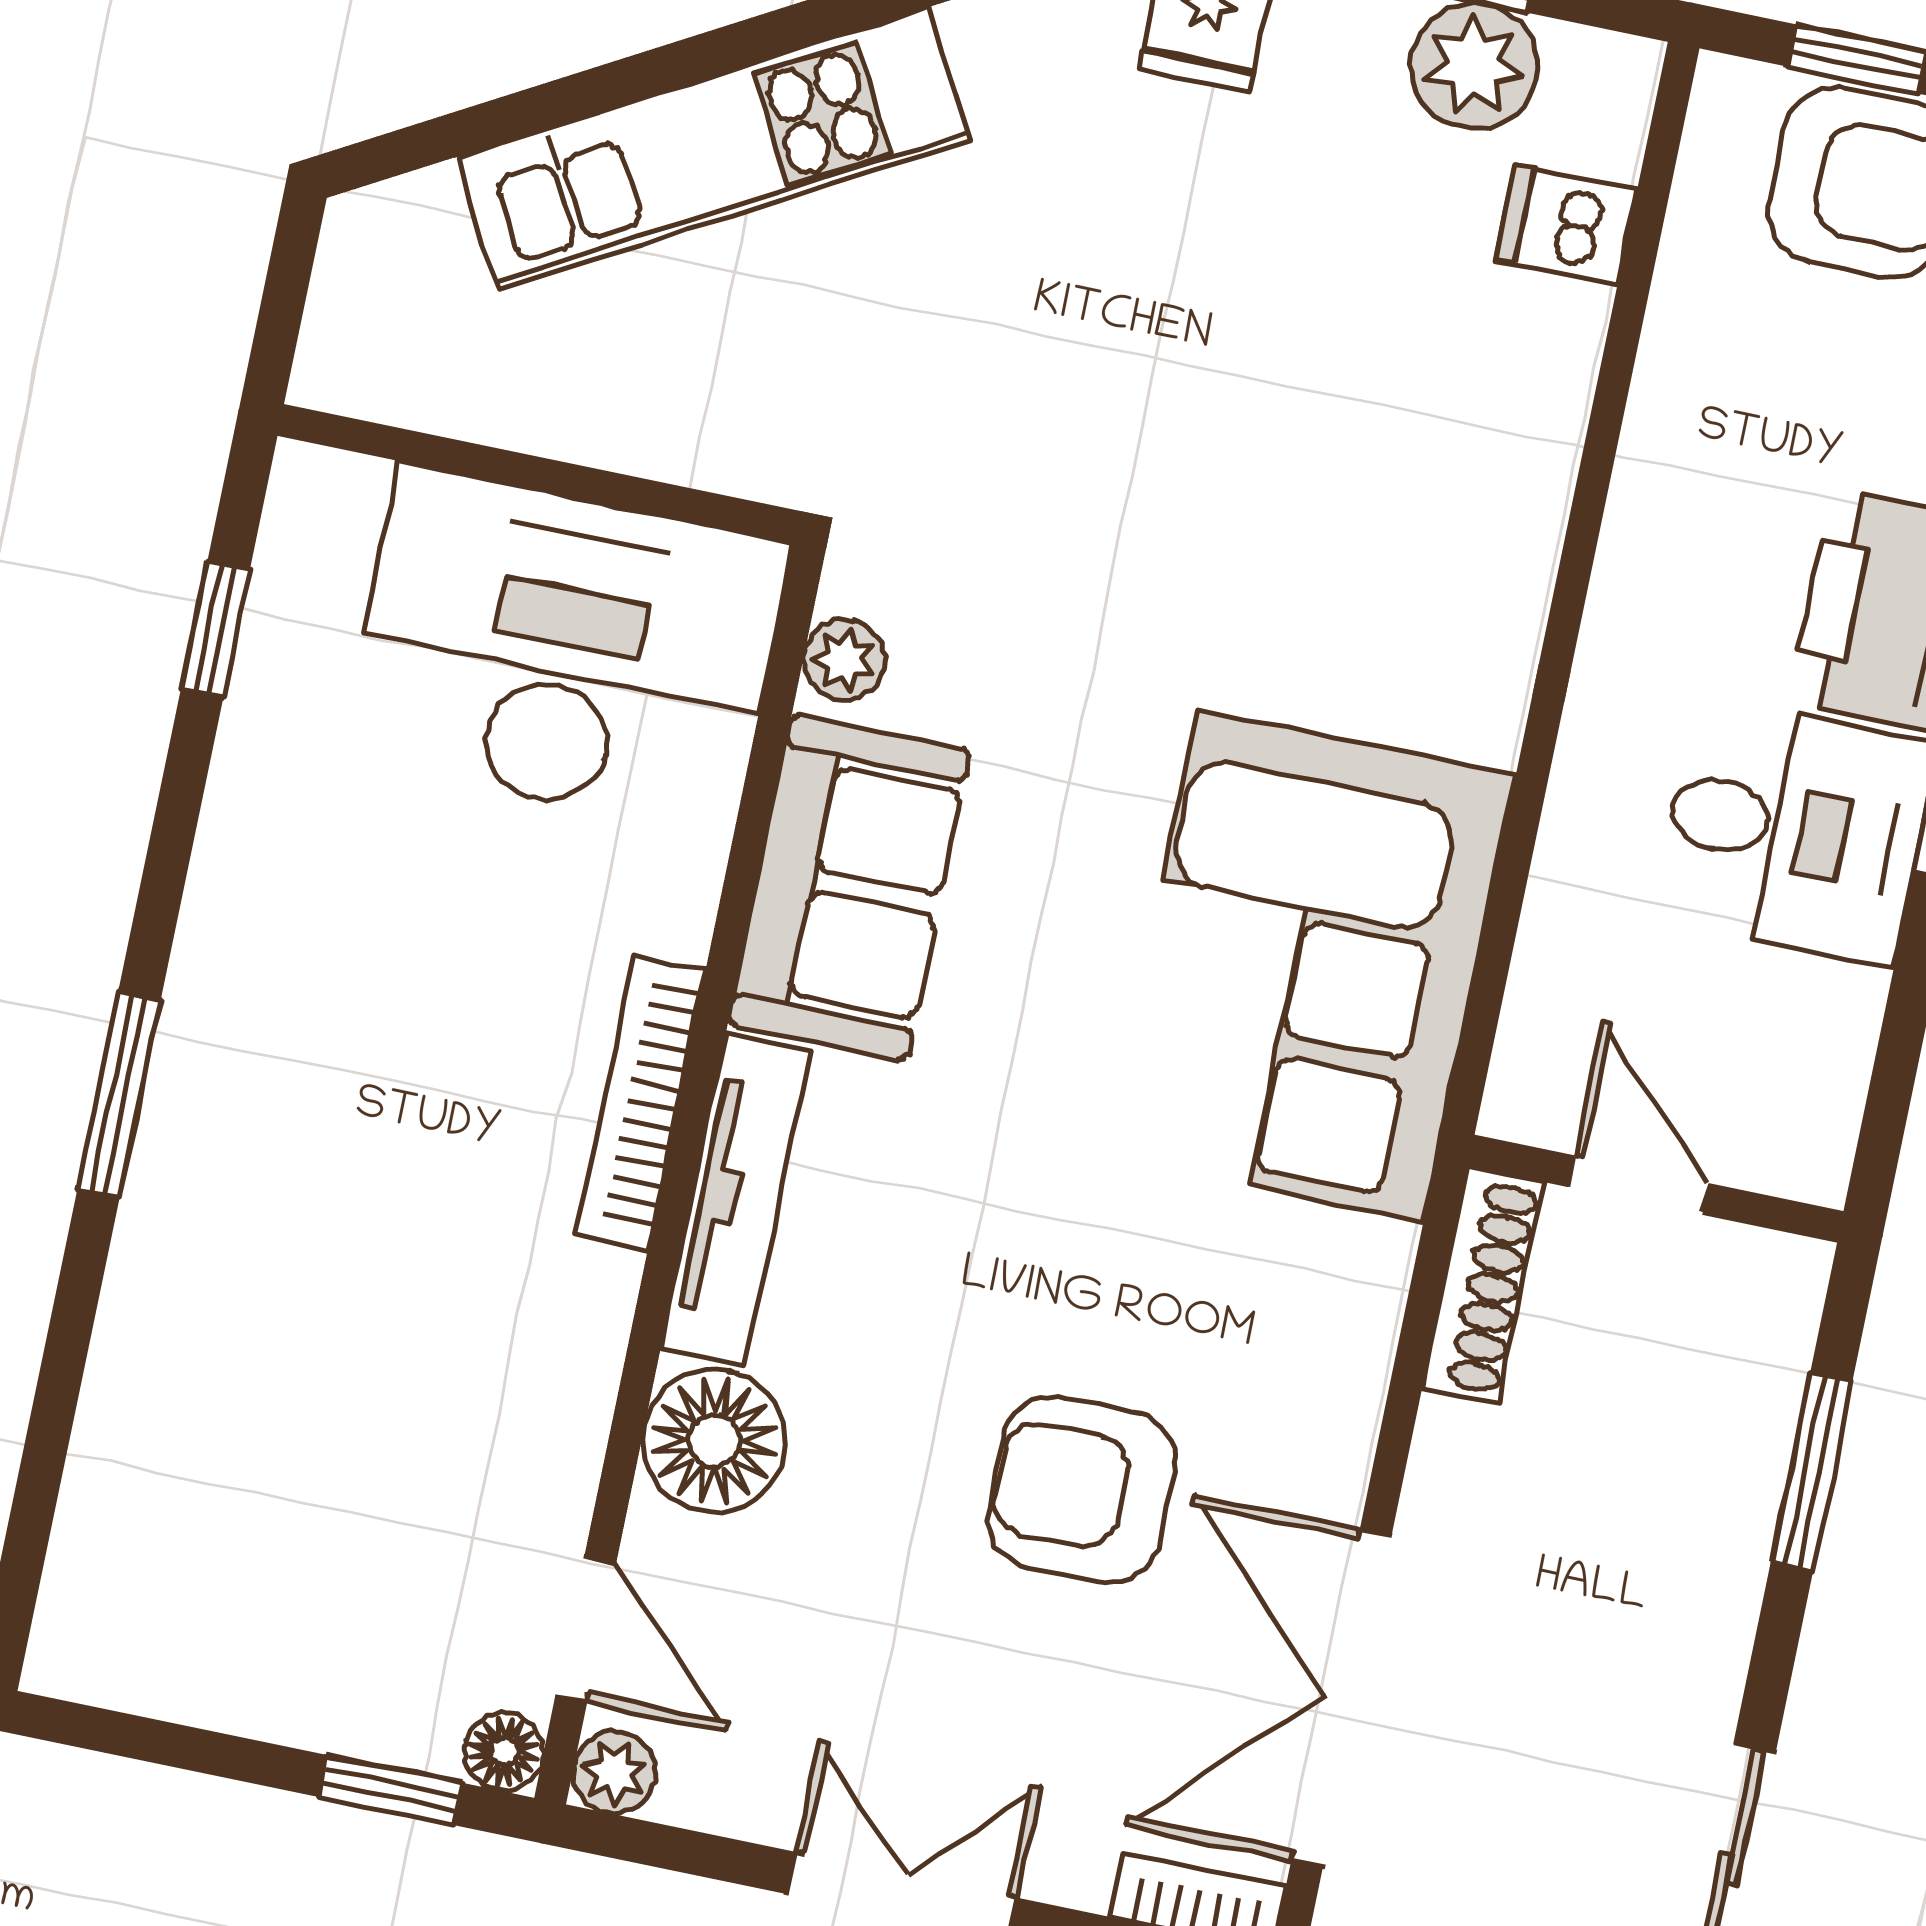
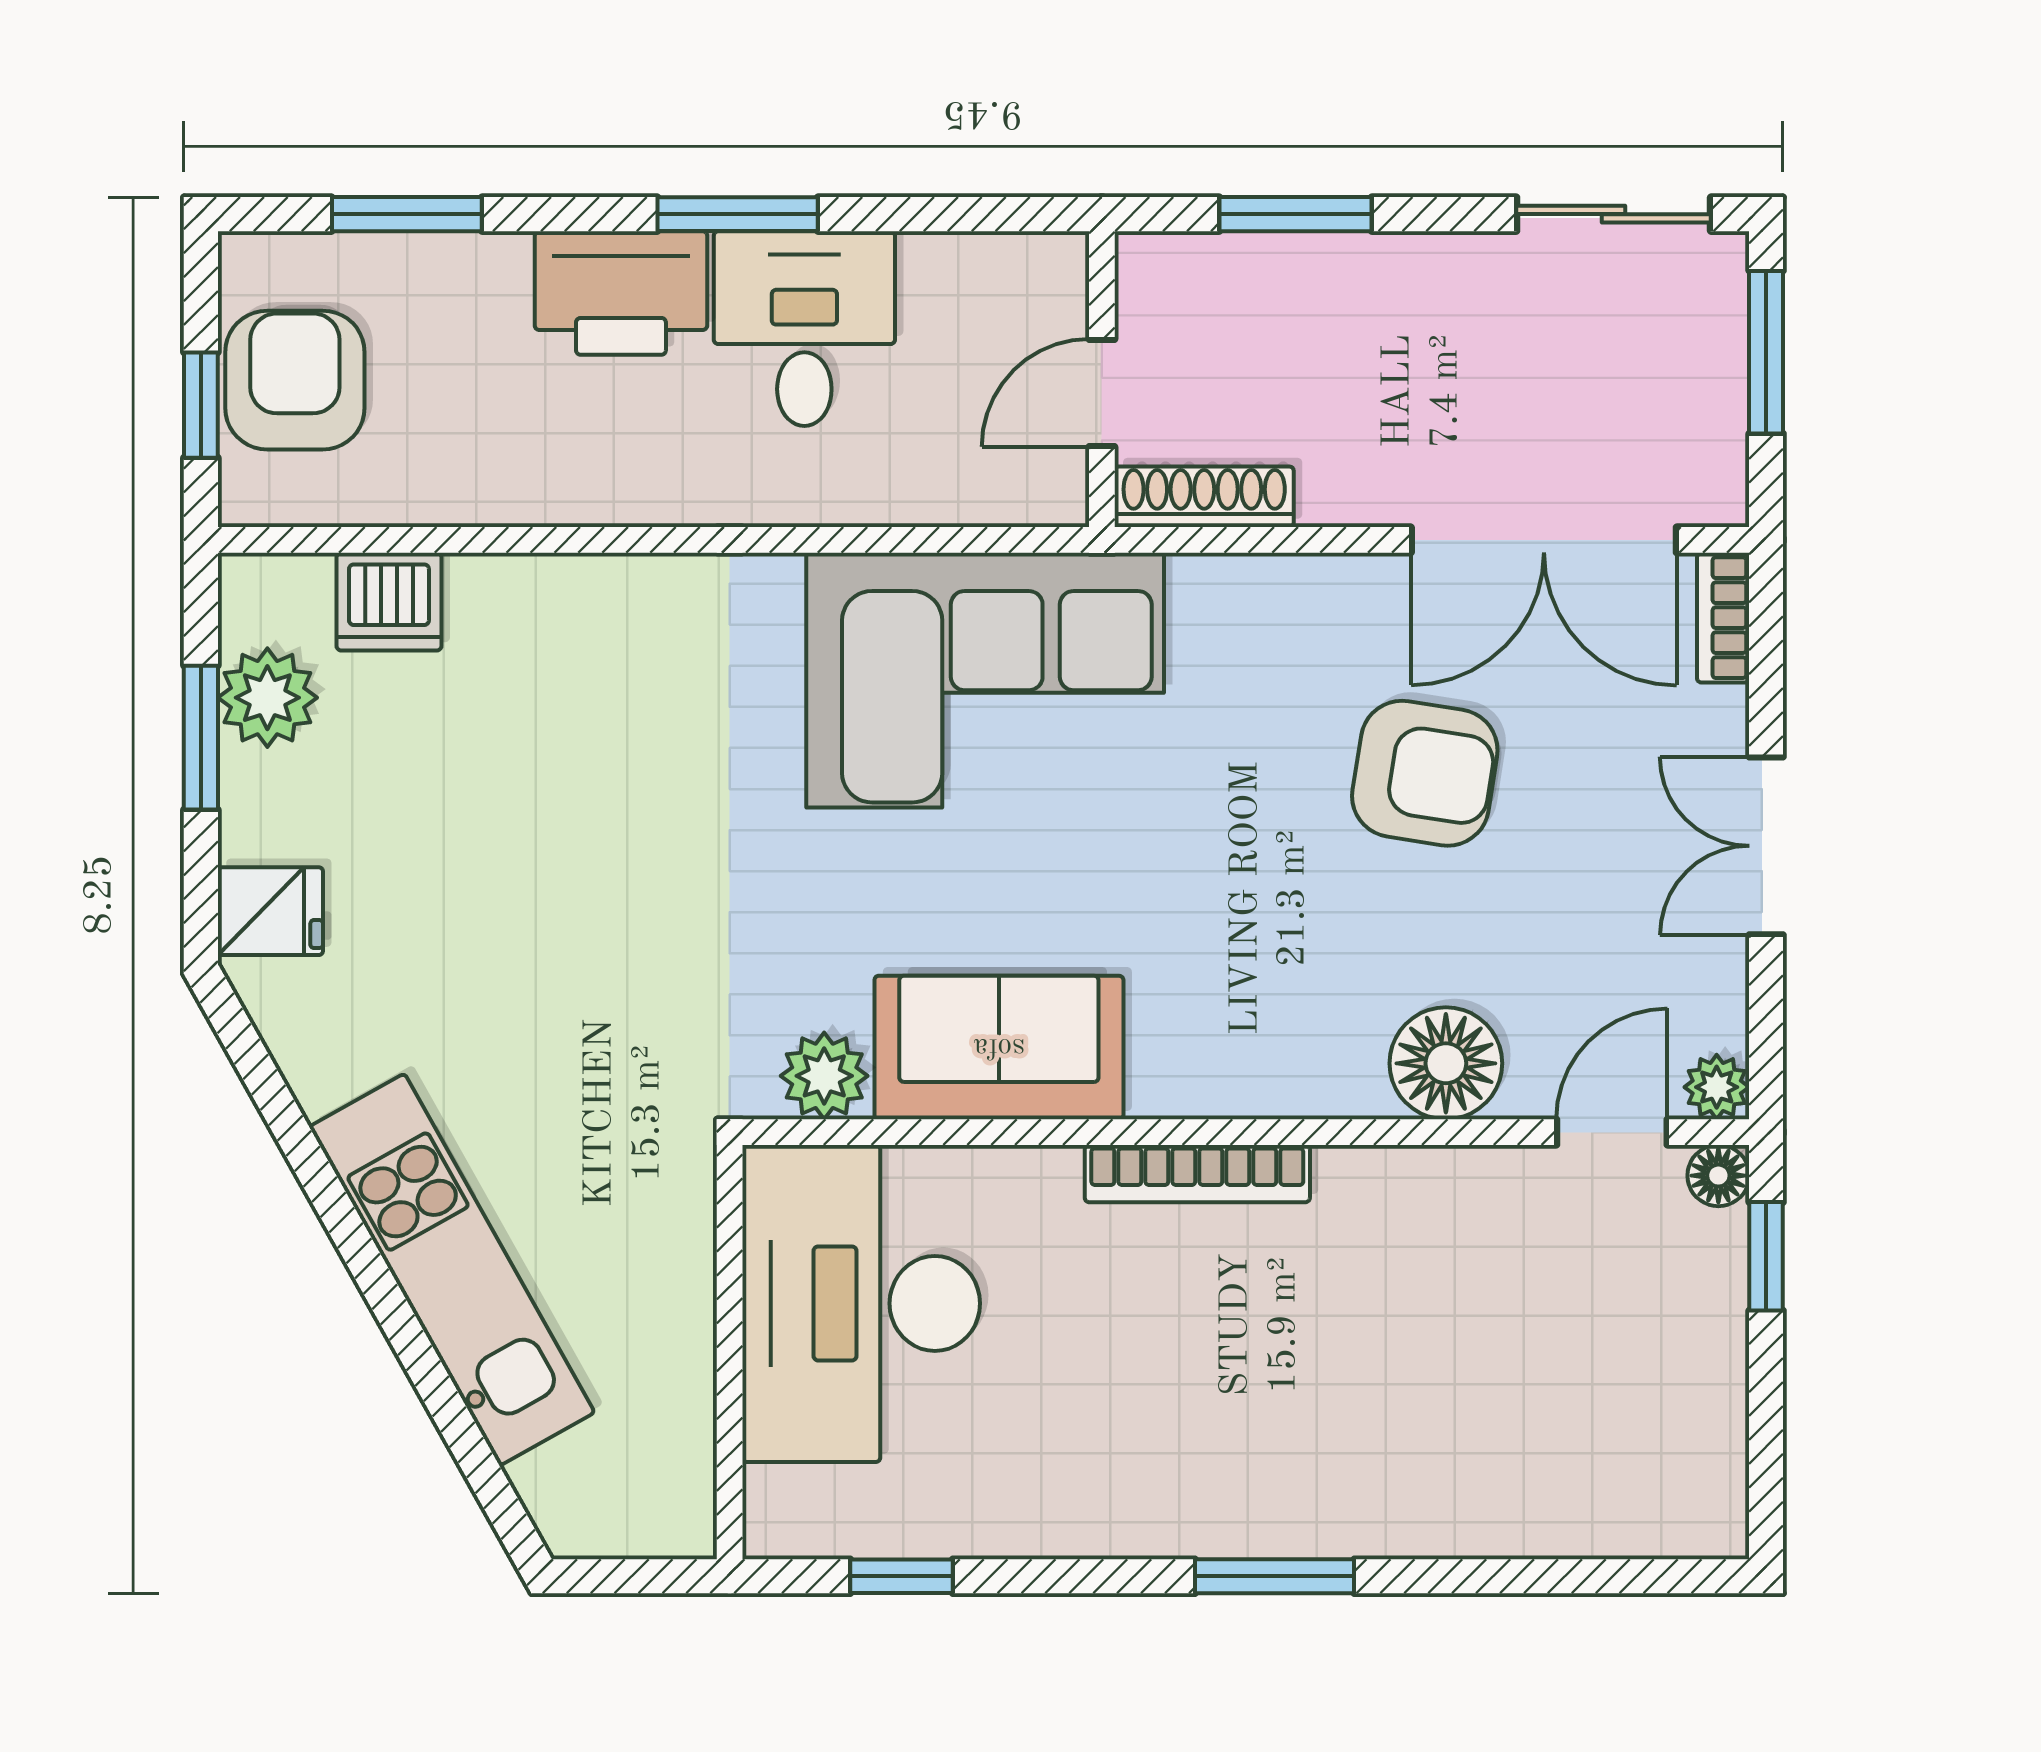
dishwasher: (1566, 225) -> (389, 602), width x1.38
plant: (844, 660) -> (824, 1076), width x1.38, depth x1.38
tv unit: (736, 1199) -> (1257, 1085), removed
armchair: (1081, 1489) -> (1425, 773), turned -81

